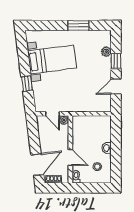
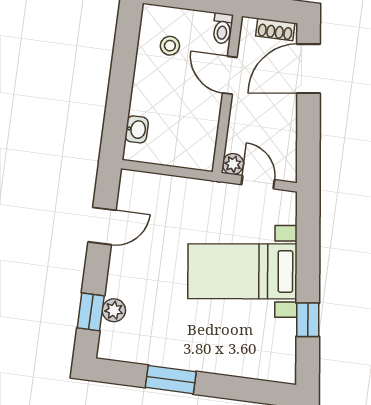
bed with nightstands: (52, 59) -> (242, 271), moved
window: (116, 61) -> (91, 312), moved
window: (27, 84) -> (308, 320), moved
washbasin: (107, 148) -> (137, 129), moved

